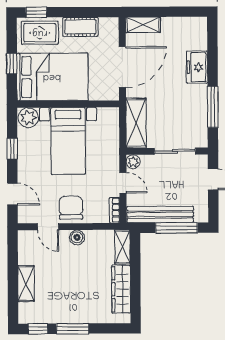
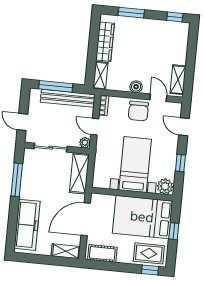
cot: (80, 27) -> (102, 253), moved
freezer: (197, 67) -> (27, 225), width x1.91, depth x1.26
shelving: (26, 284) -> (178, 80), moved
window: (73, 329) -> (131, 13), moved

